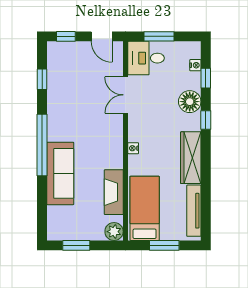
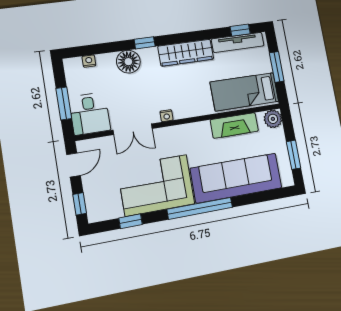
window: (206, 78) -> (240, 30), moved
corner sofa: (70, 108) -> (156, 185), added
nightstand: (133, 148) -> (167, 116), moved
sofa: (60, 173) -> (236, 178), width x1.36, depth x1.27

